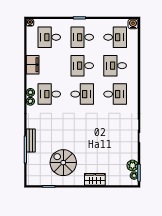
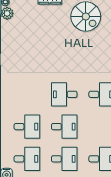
desk: (115, 37) -> (27, 159), turned 180
desk: (115, 94) -> (27, 94), removed

